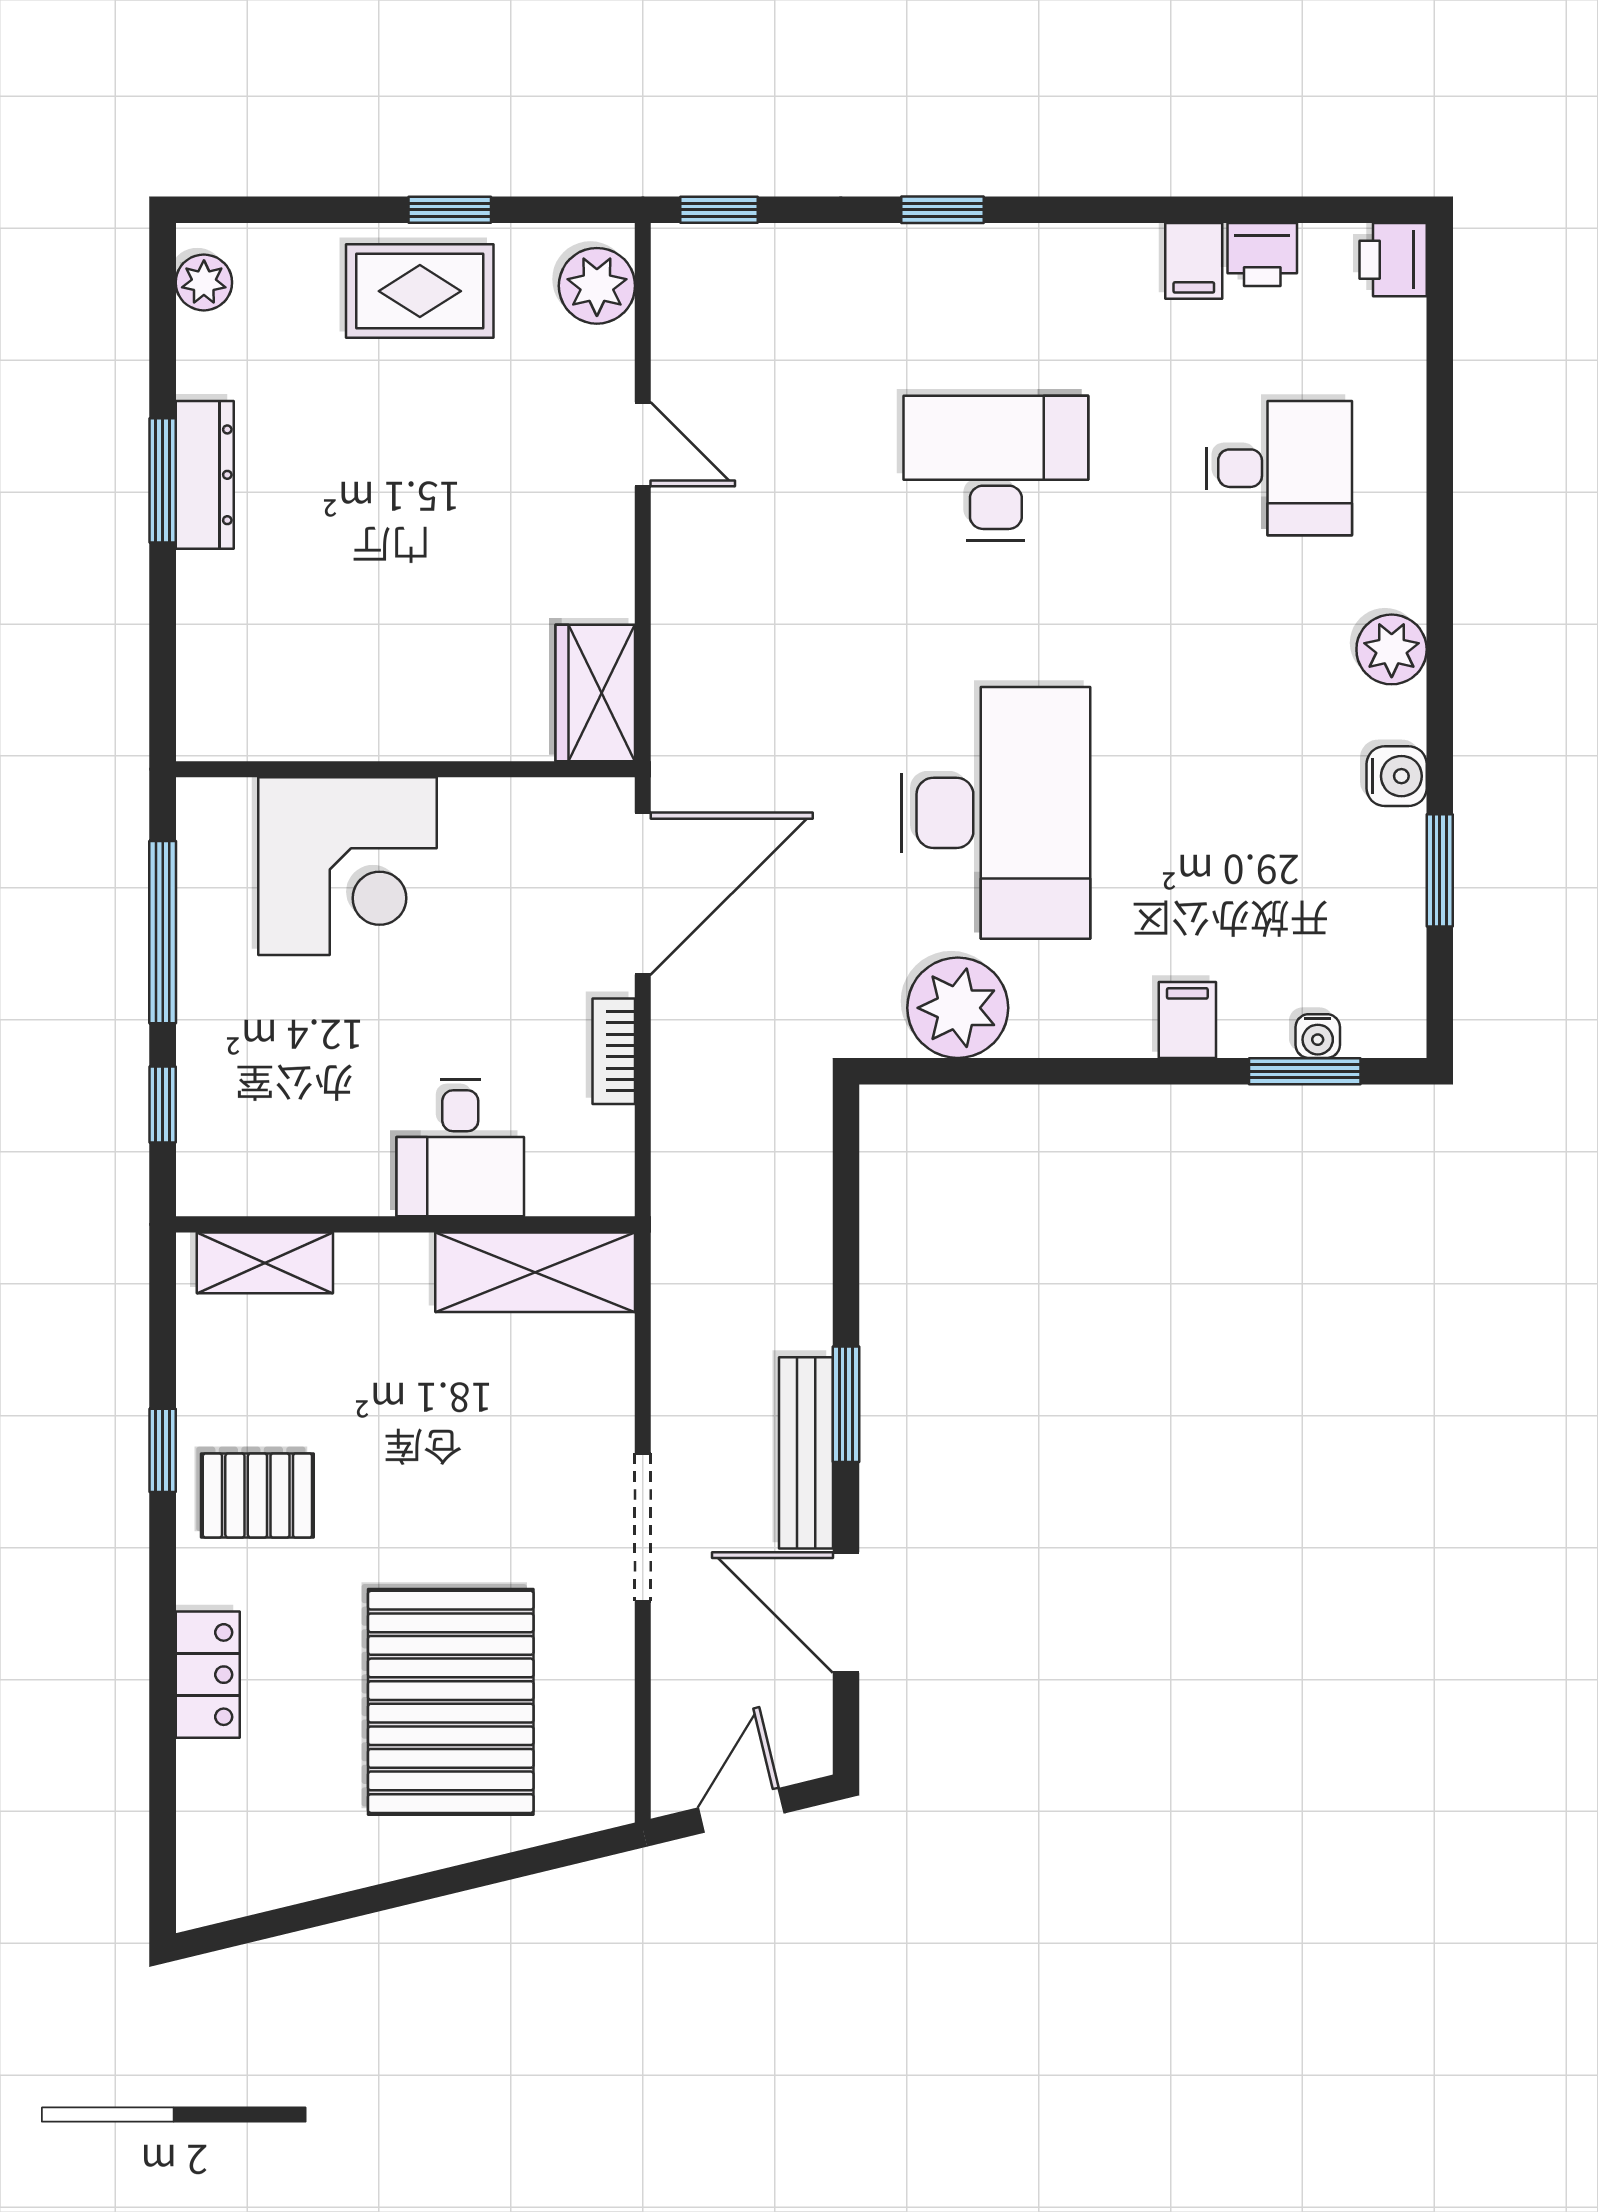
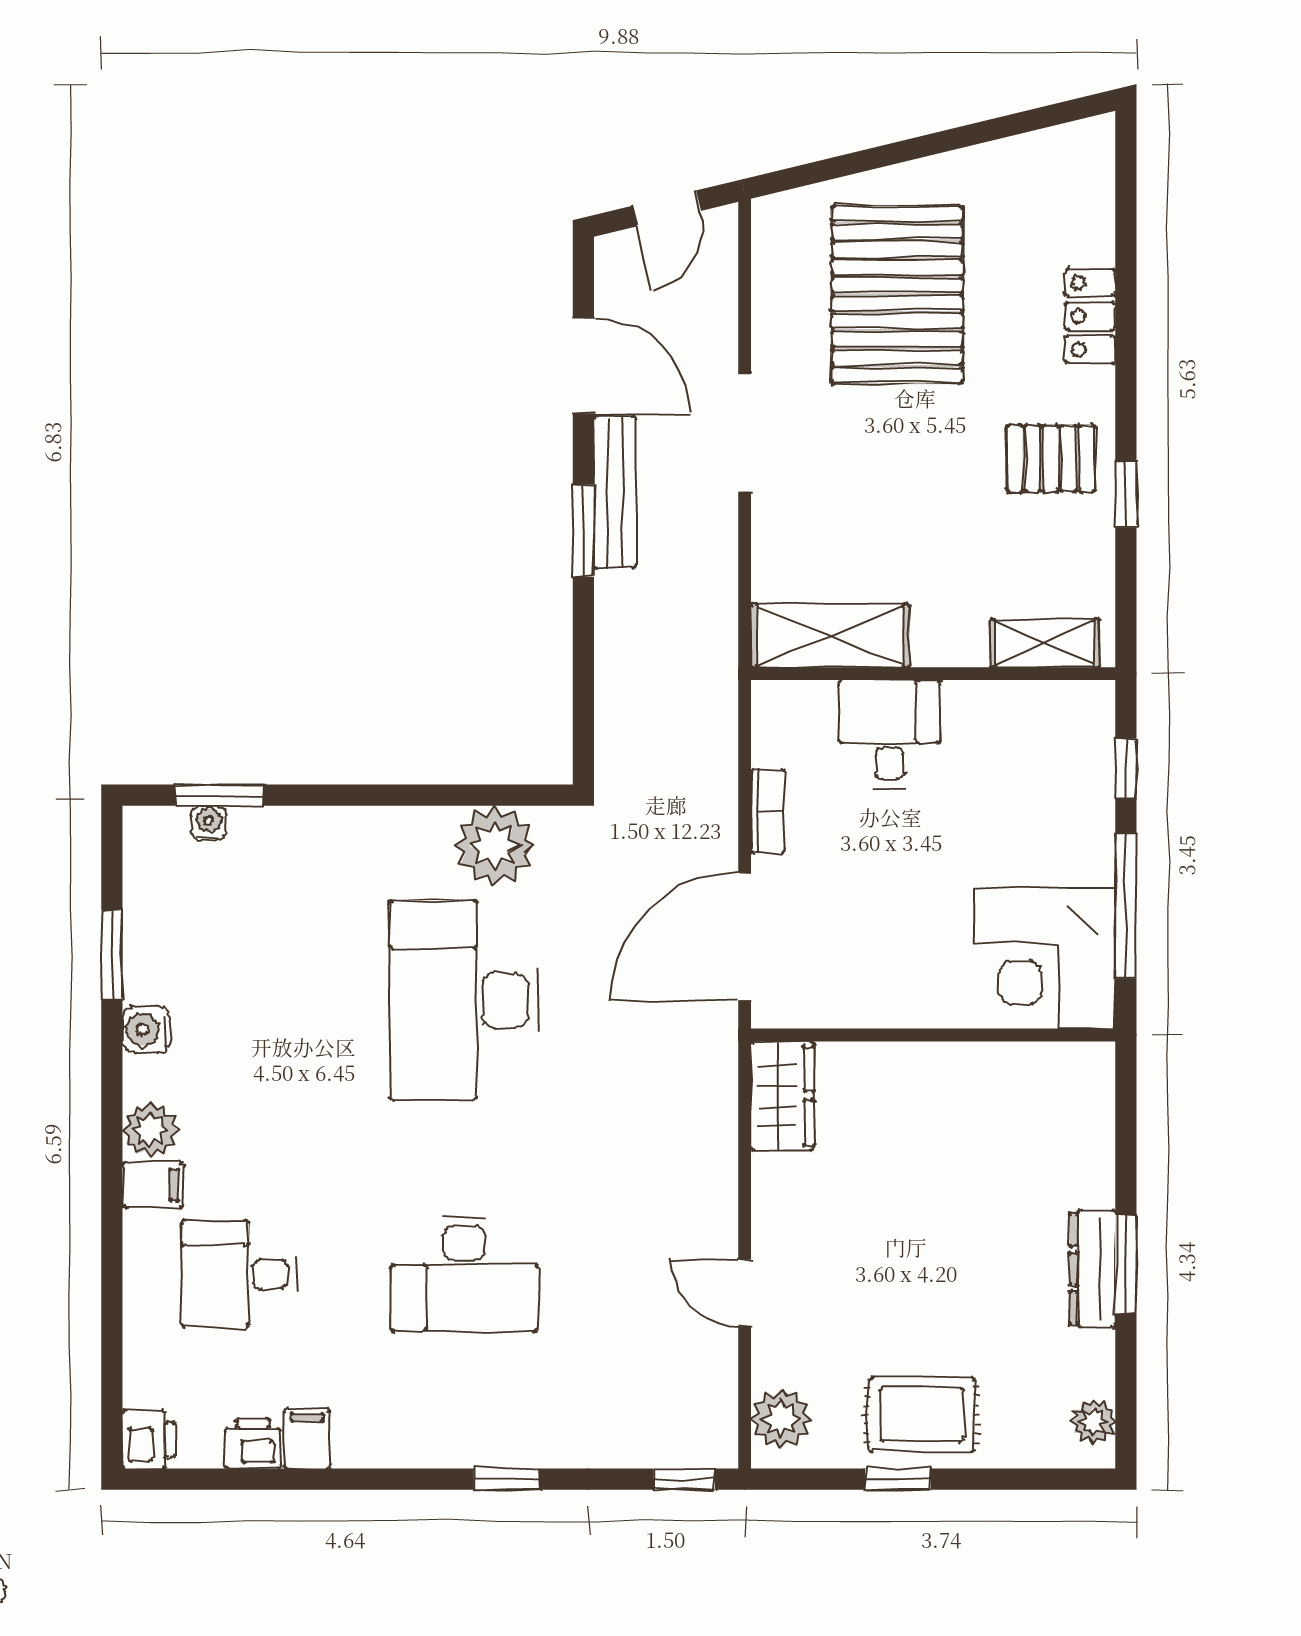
corner desk: (347, 866) -> (1045, 958), moved, turned -90
filing cabinet: (1187, 1020) -> (153, 1185), moved, turned -90

